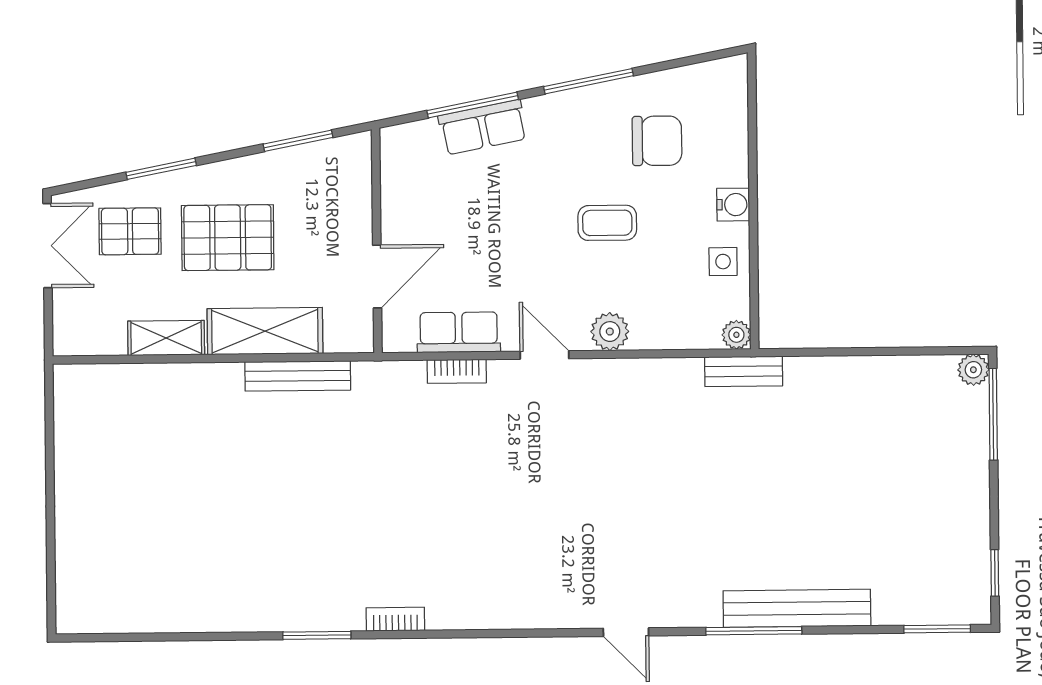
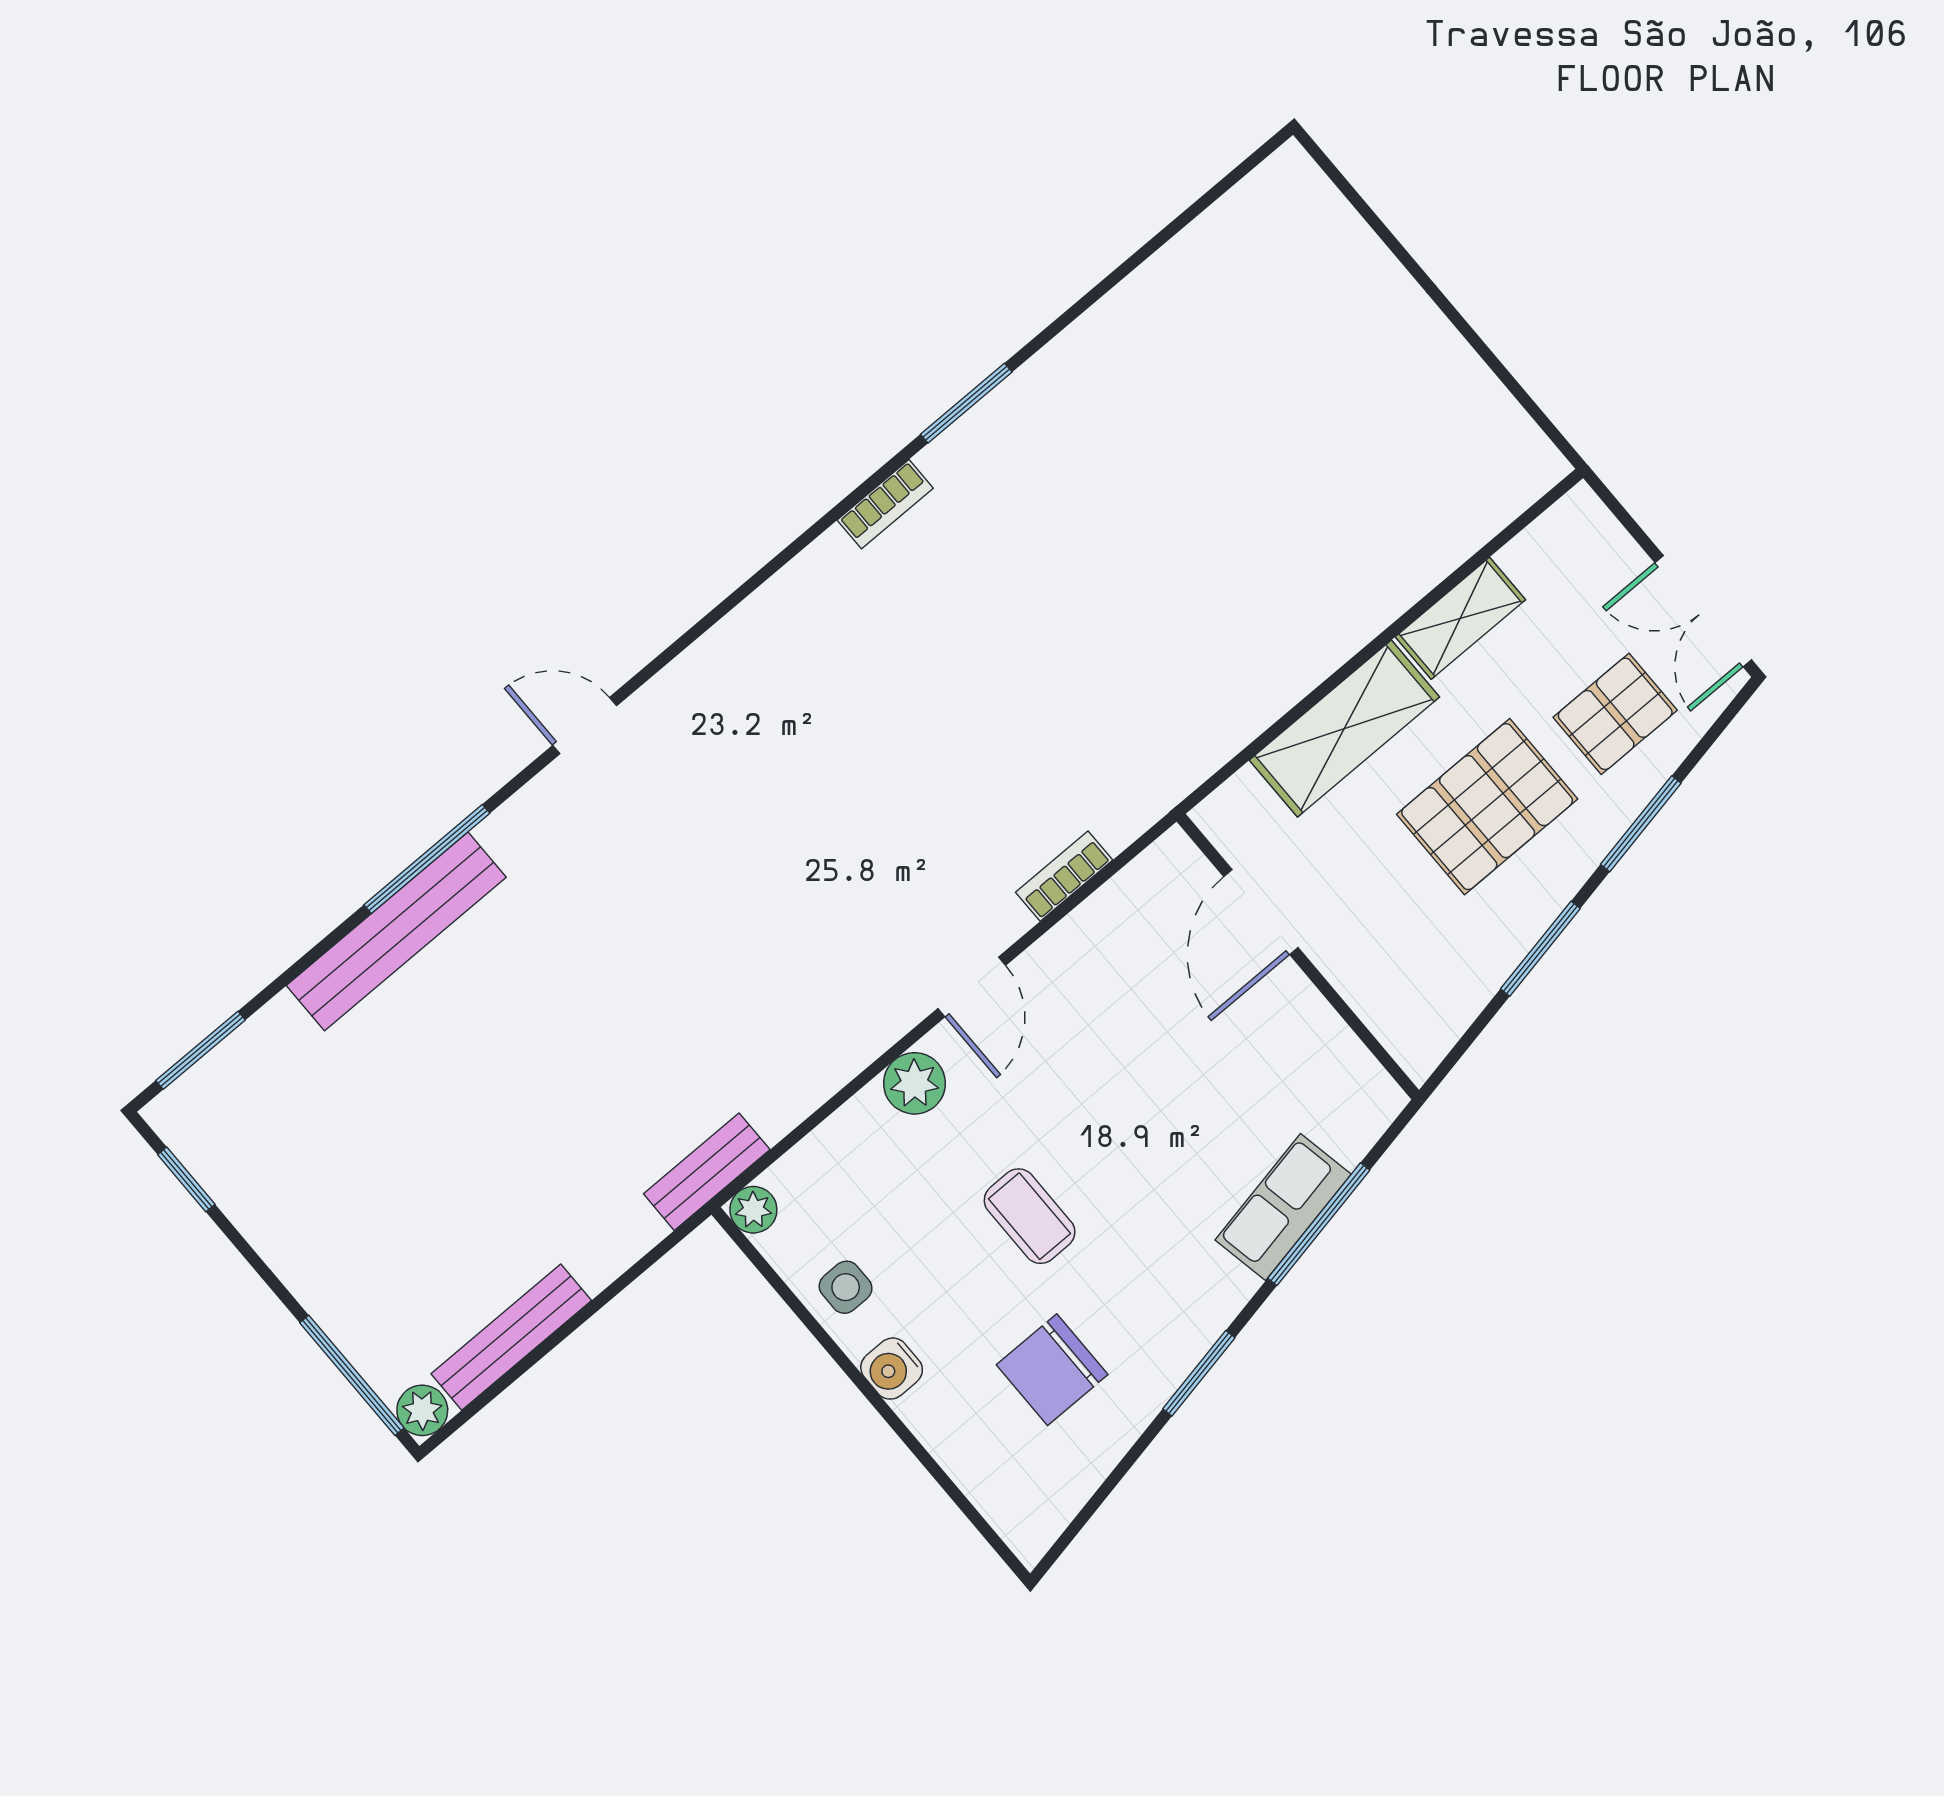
window: (589, 81) -> (1199, 1373), width x0.69
window: (298, 141) -> (1540, 949), moved
coffee table: (607, 223) -> (1030, 1216), turned 90
row of seats: (459, 332) -> (1102, 927), removed
door: (544, 355) -> (972, 987), hinge flipped
bench: (298, 376) -> (511, 1337), moved

